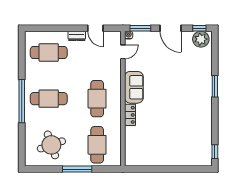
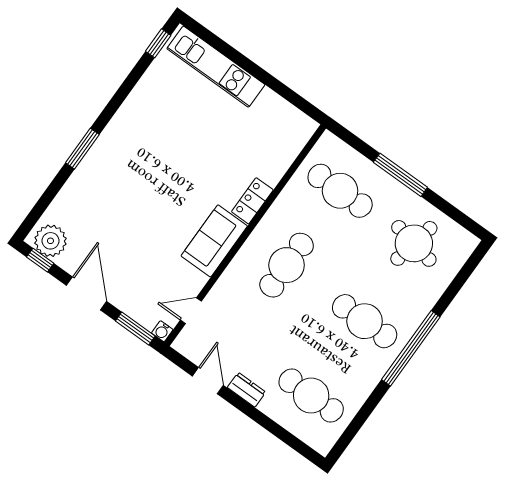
round table: (51, 145) -> (414, 243), turned 30
cafe table: (97, 145) -> (340, 191), turned 90
kitchen unit: (184, 159) -> (216, 67), added

